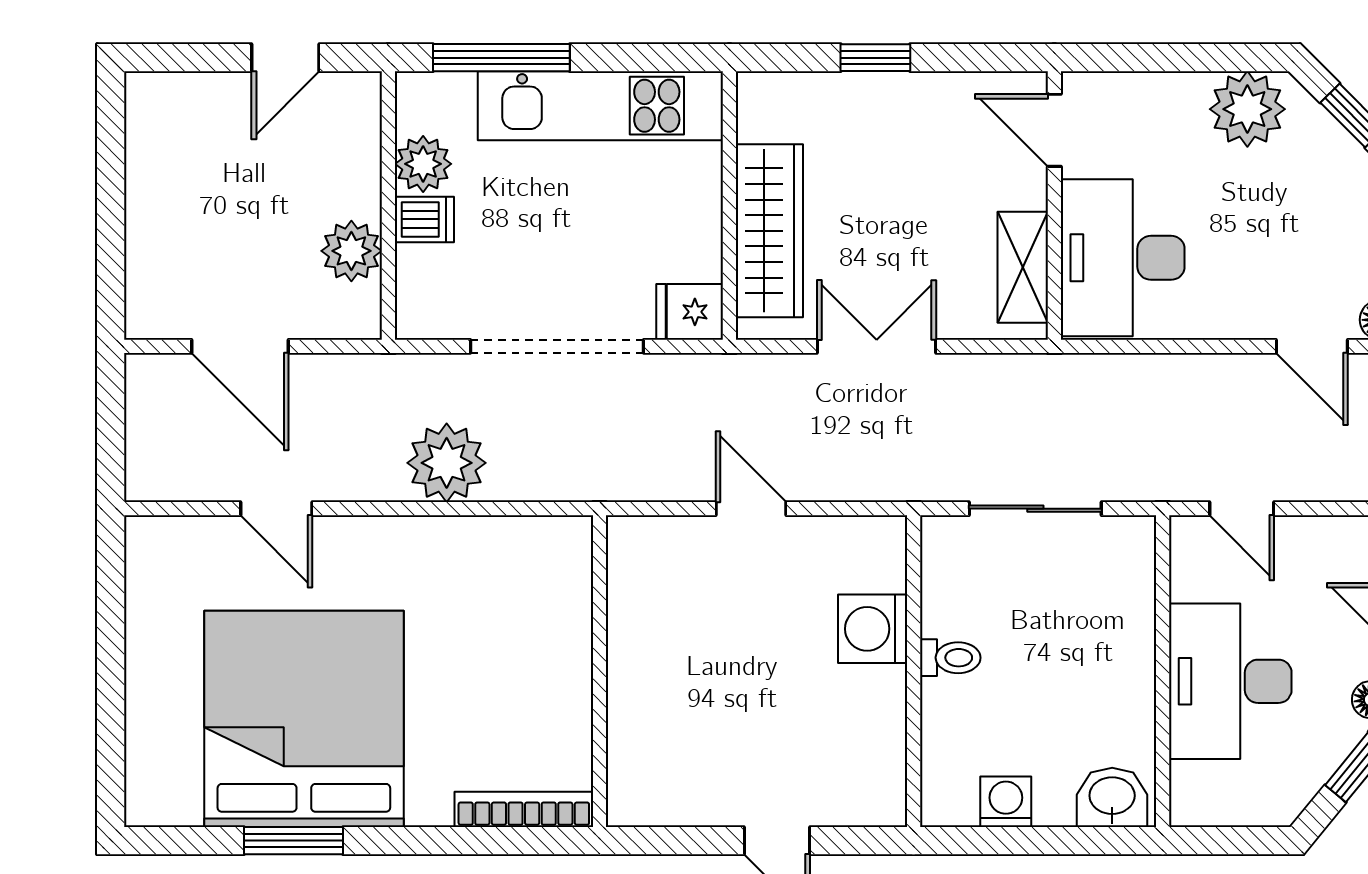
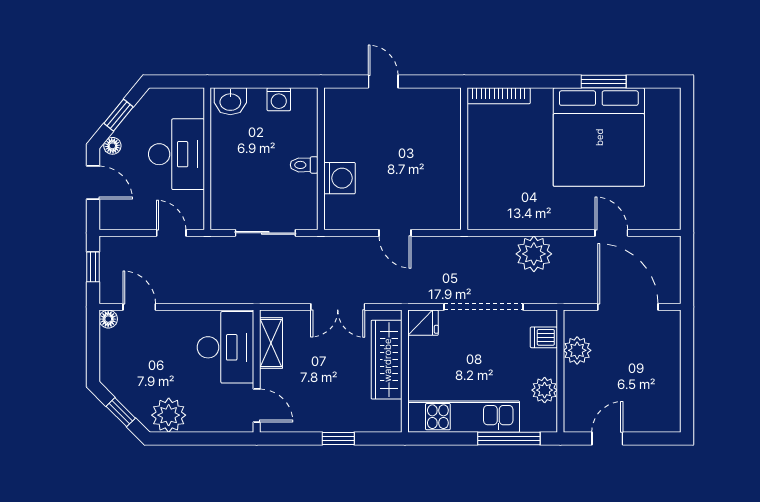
dishwasher: (424, 219) -> (544, 337), moved
door: (240, 346) -> (628, 307), width x1.36

